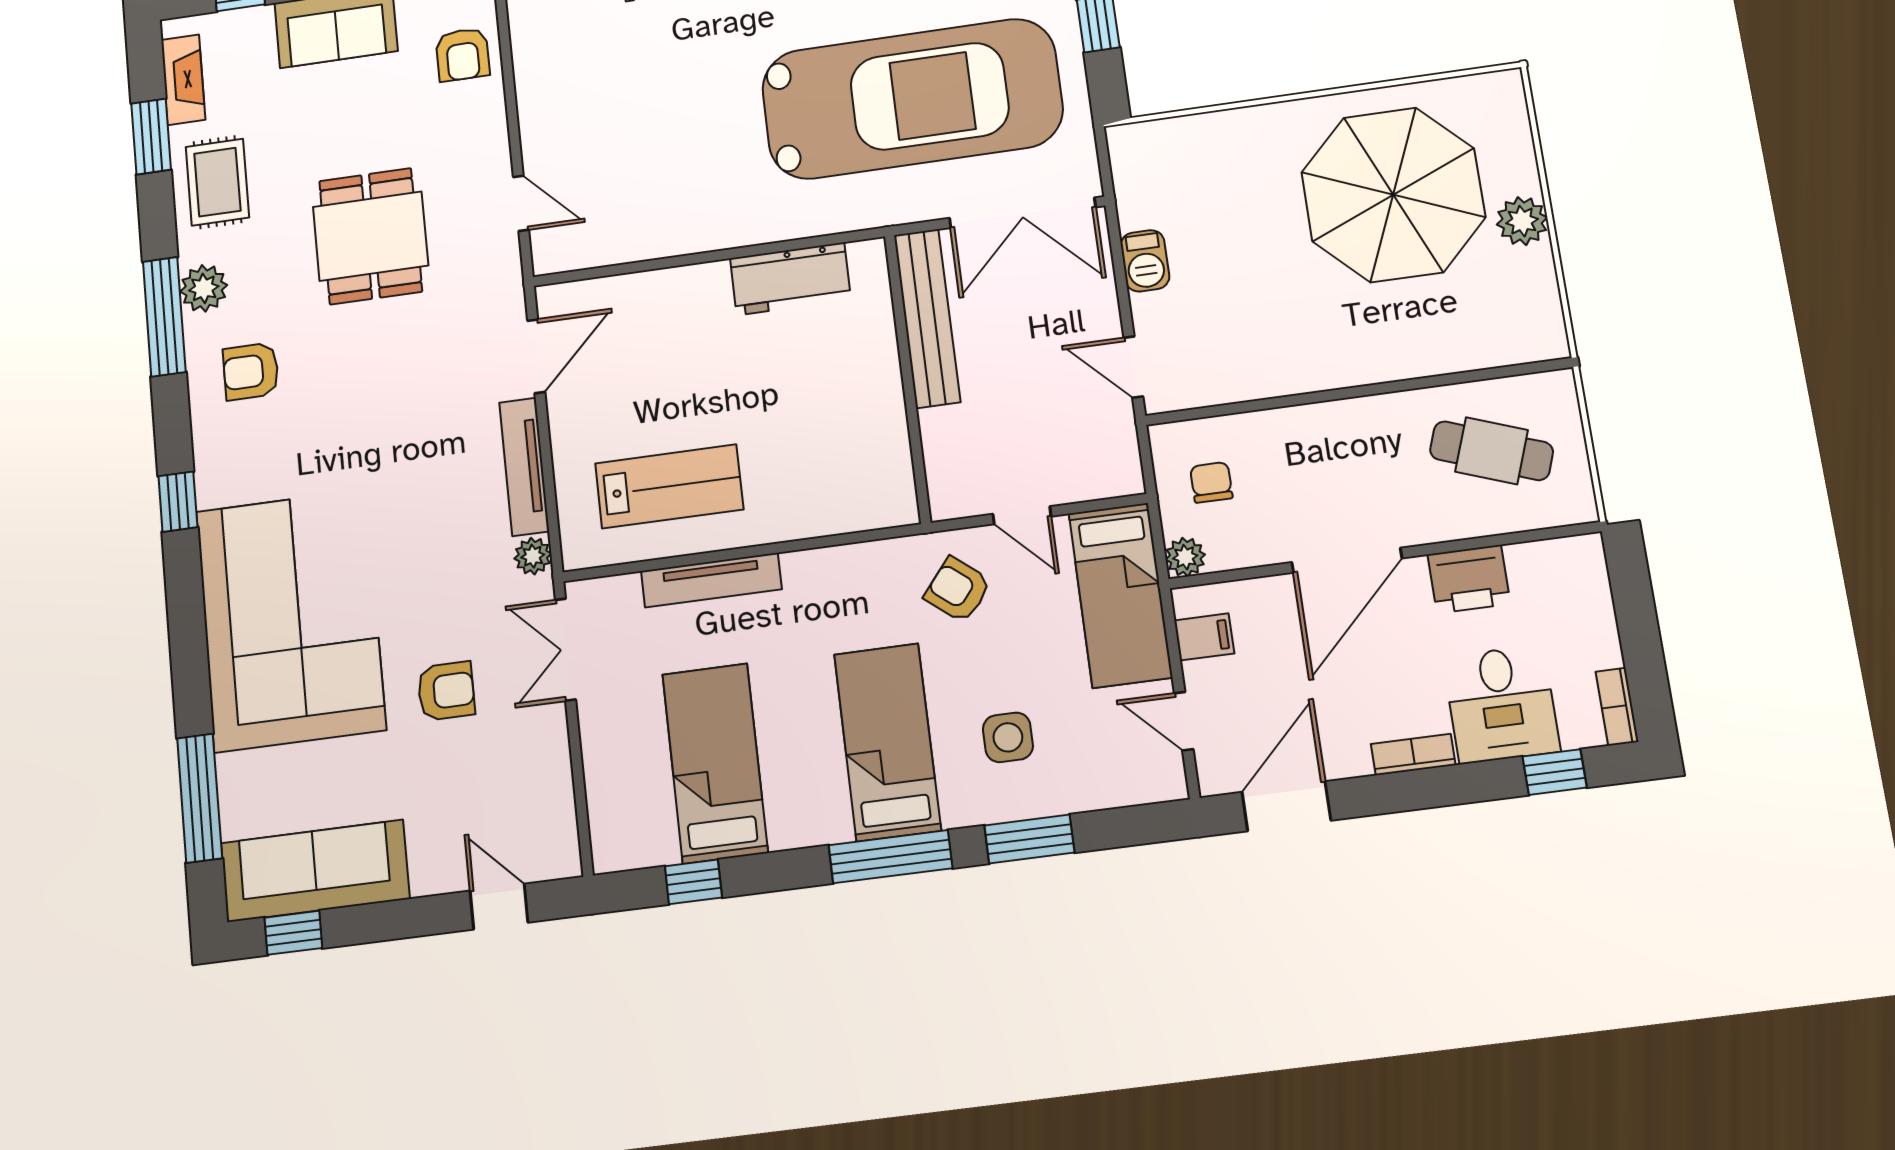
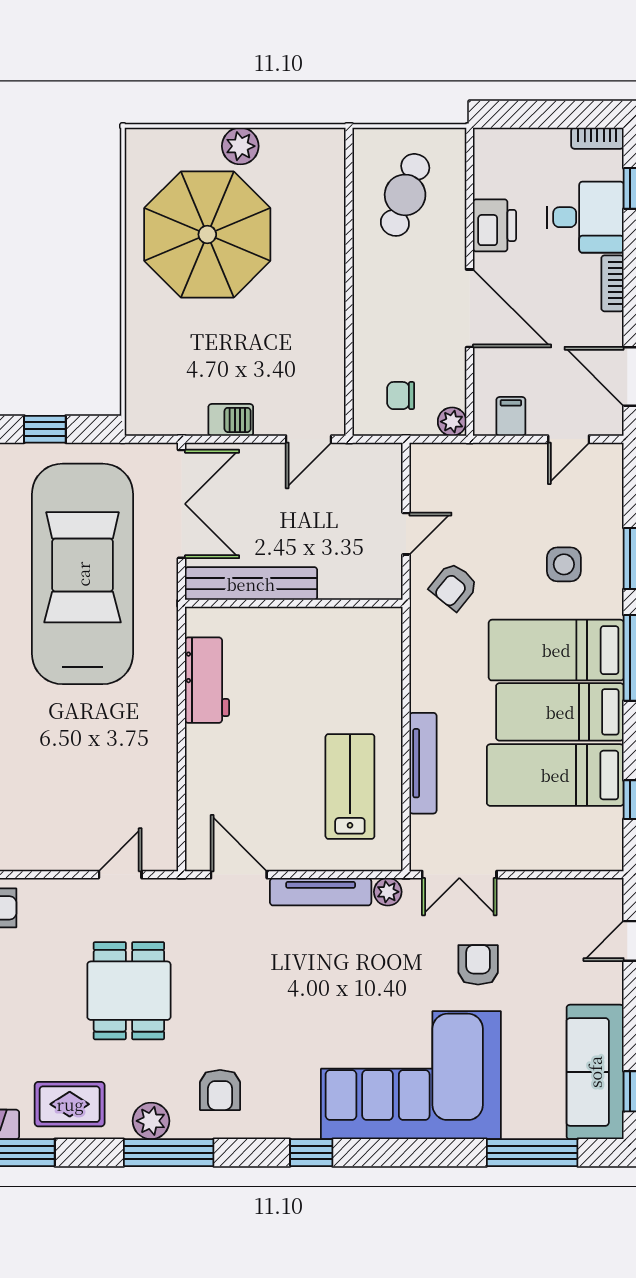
dining table: (371, 236) -> (129, 991), turned 90
bed: (1120, 595) -> (560, 712), moved, turned 180

